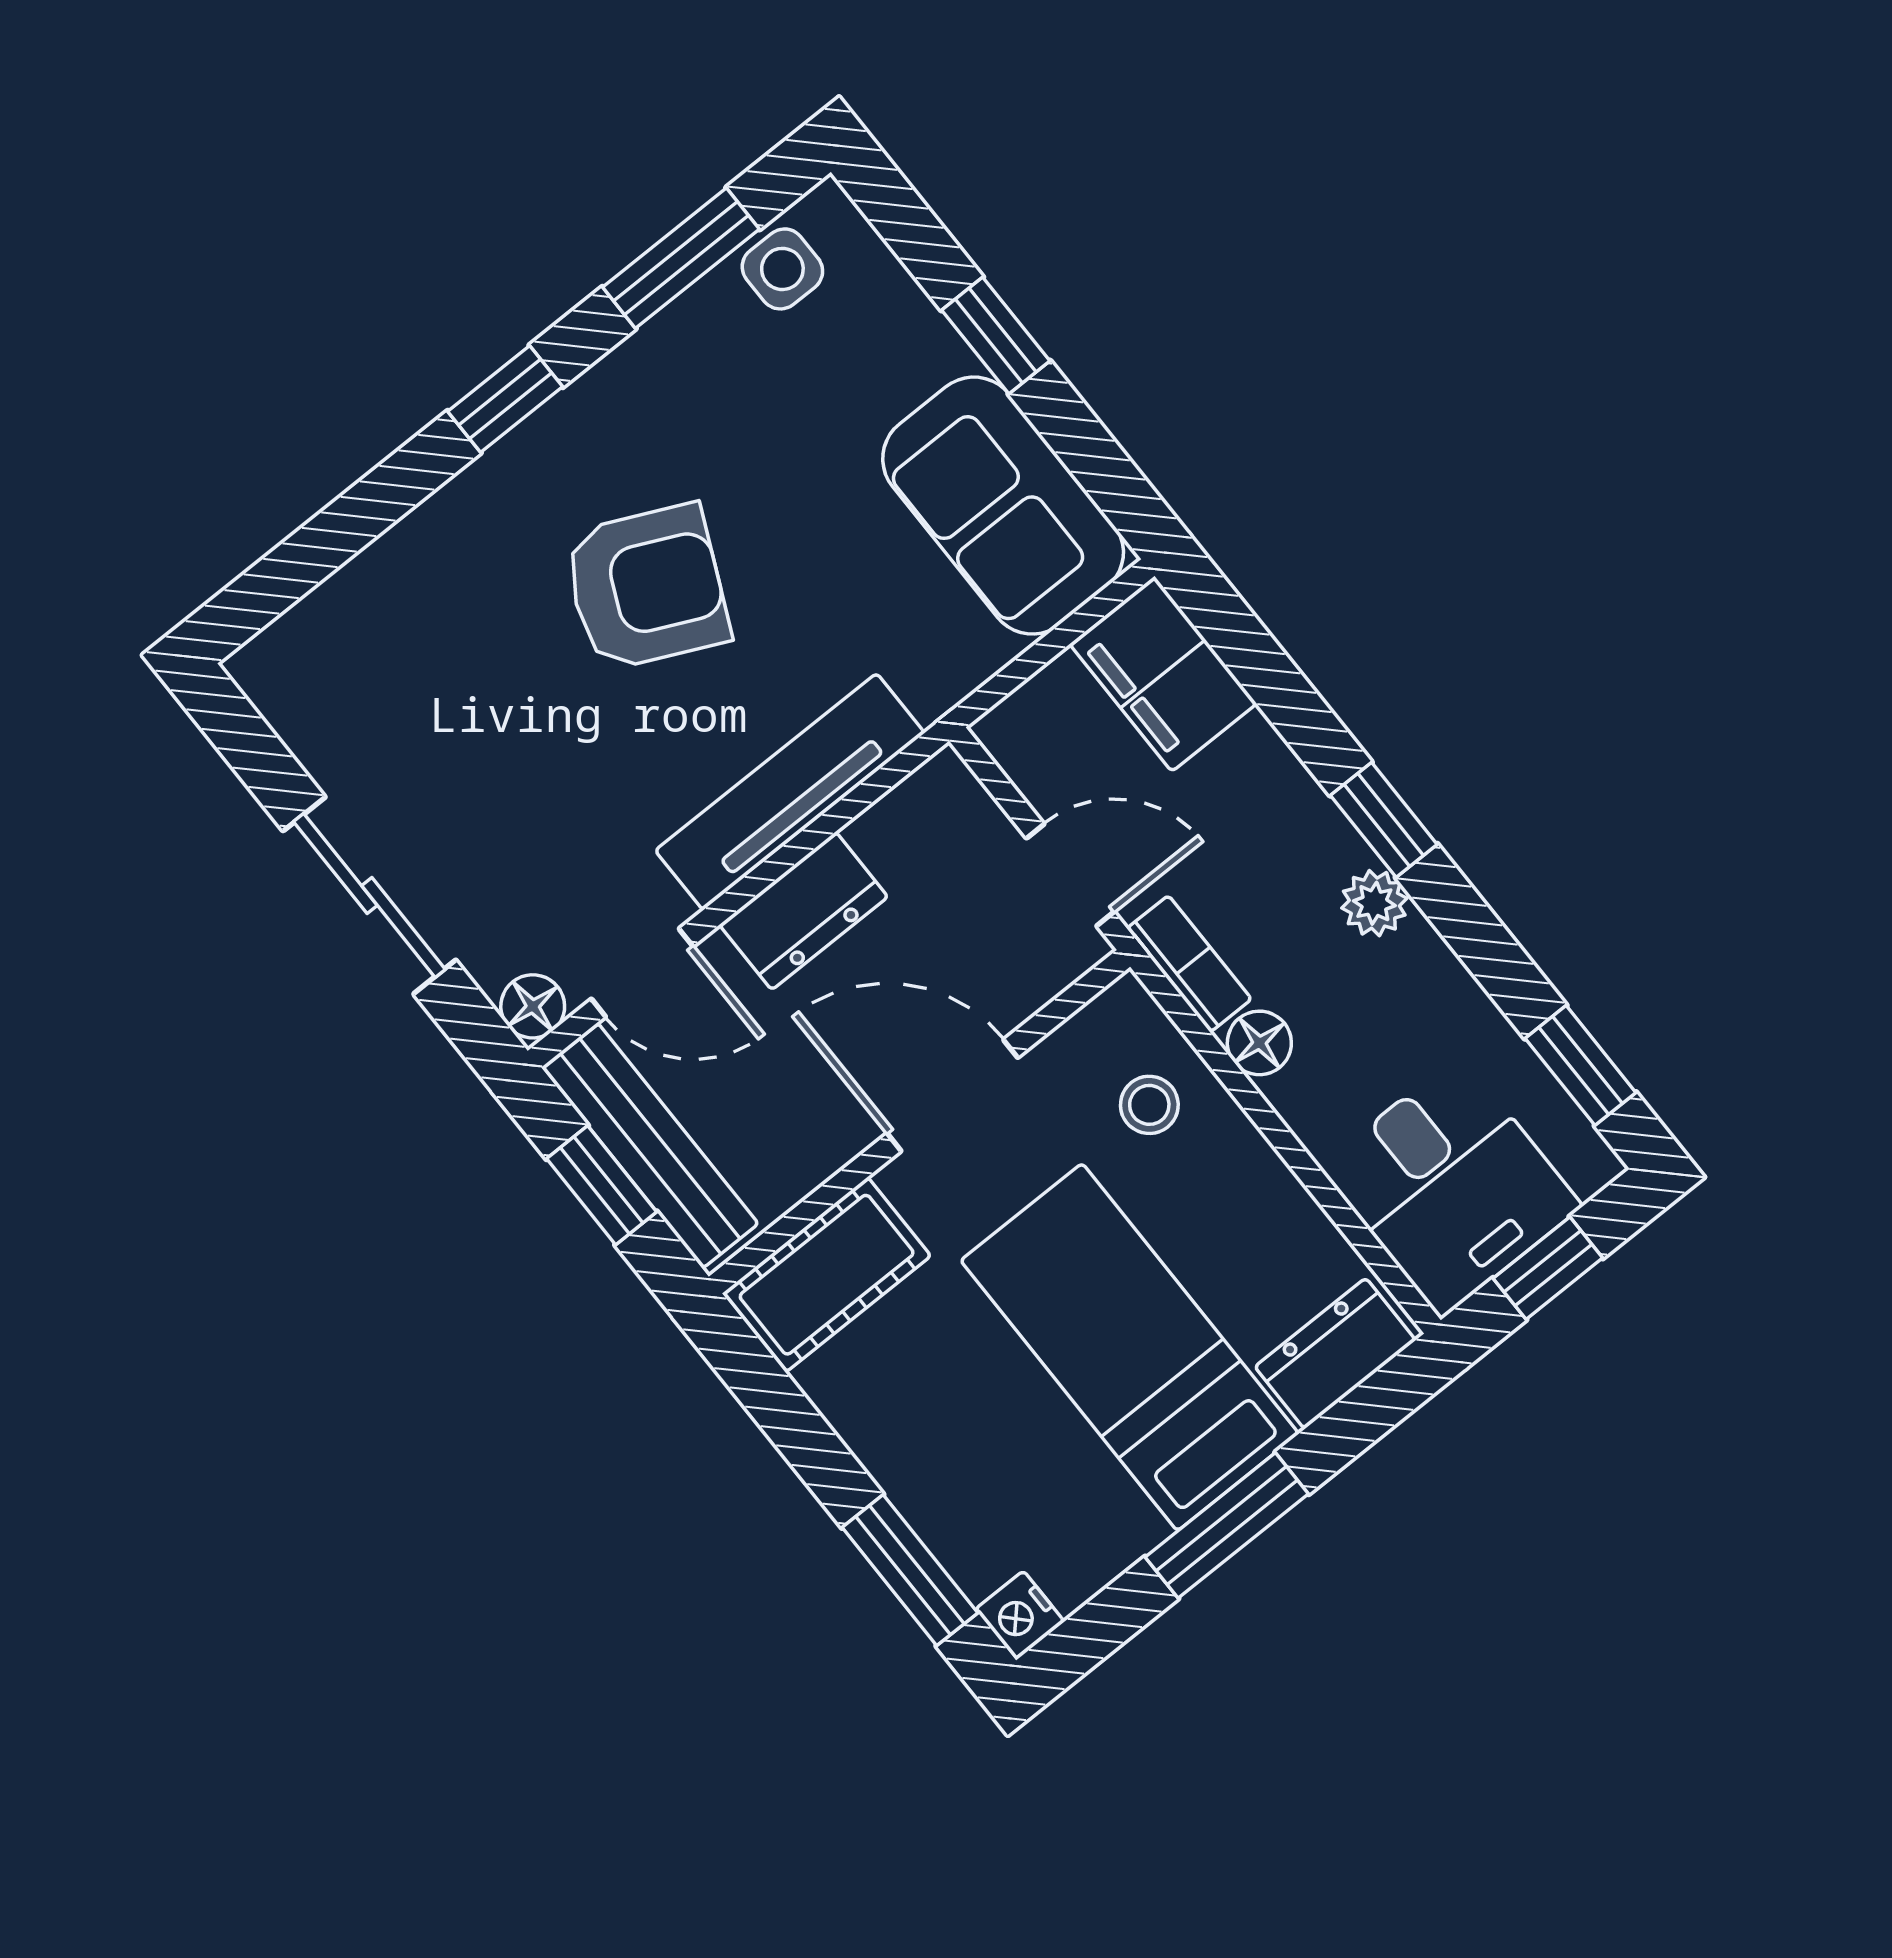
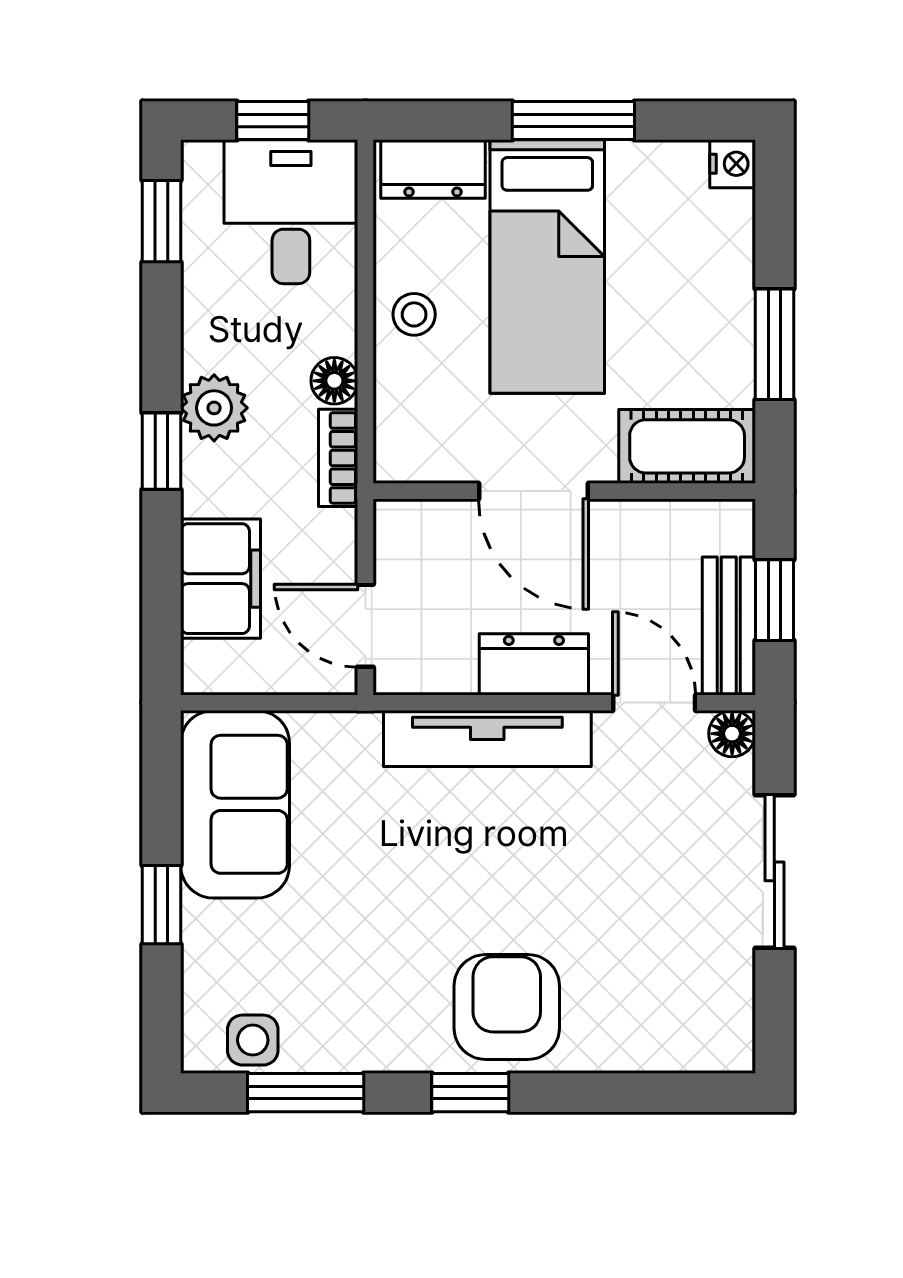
armchair: (646, 587) -> (507, 1007), moved, turned 65
filing cabinet: (1163, 674) -> (221, 579), moved
door: (1070, 875) -> (365, 626), moved
plant: (1374, 903) -> (214, 408), width x1.38, depth x1.38
stool: (1149, 1105) -> (414, 314), moved
bench: (650, 1146) -> (729, 626), width x0.73
window: (910, 1570) -> (774, 344), moved

